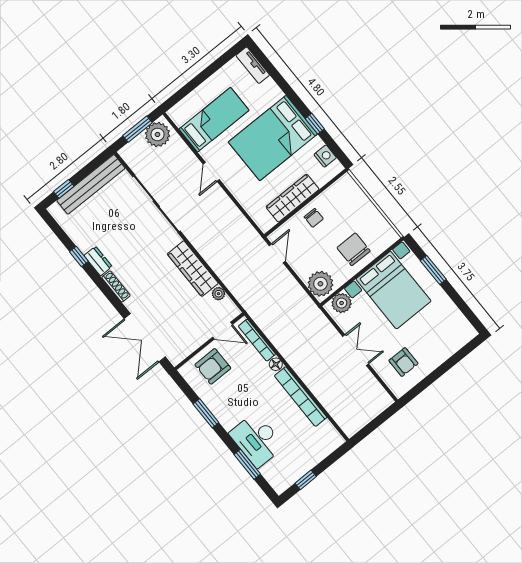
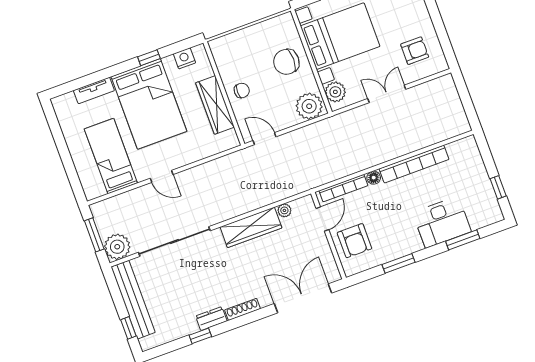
tv unit: (253, 65) -> (94, 90), moved
plant: (158, 134) -> (117, 247), moved
double door: (145, 338) -> (303, 298), swing flipped

